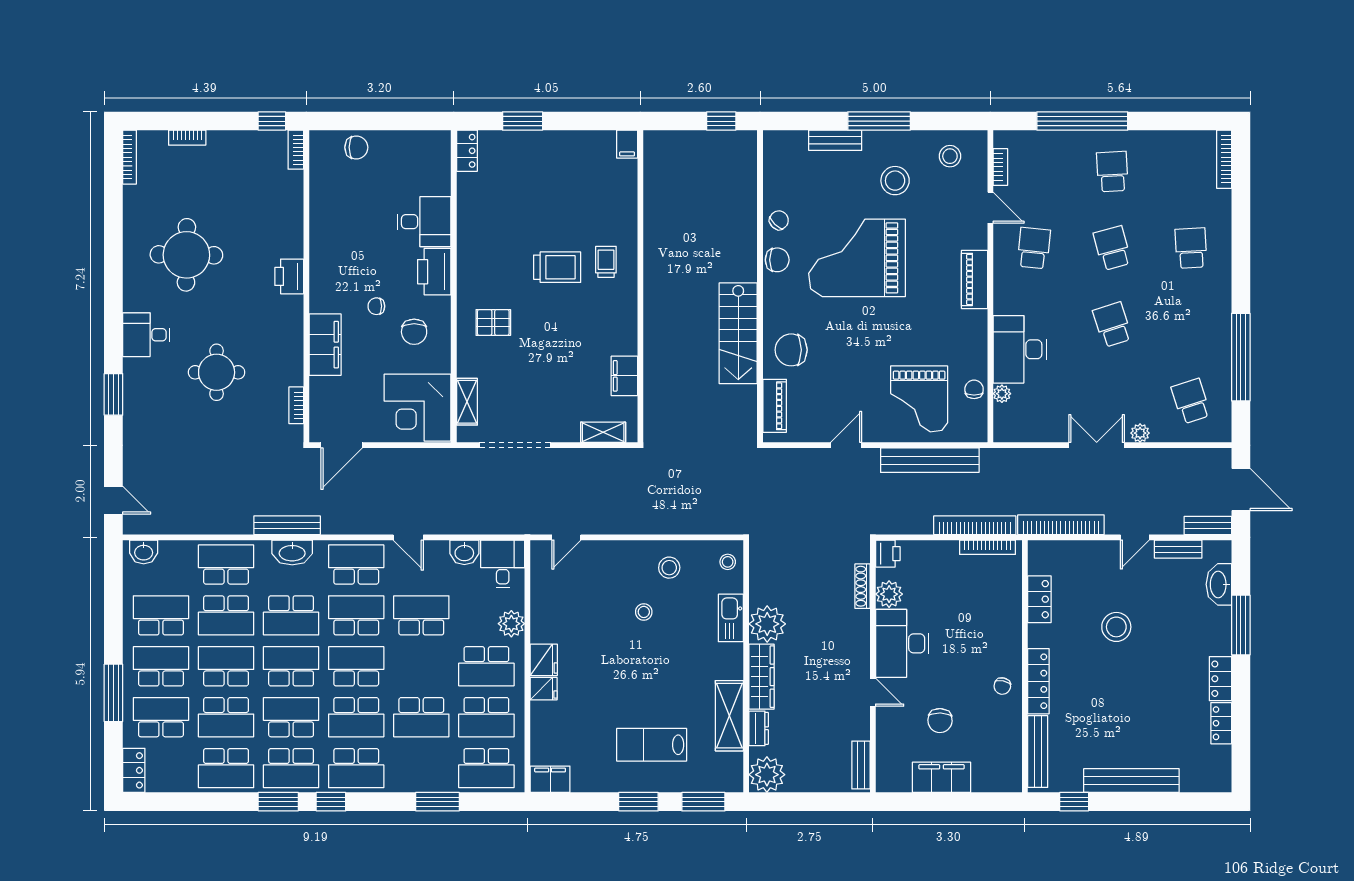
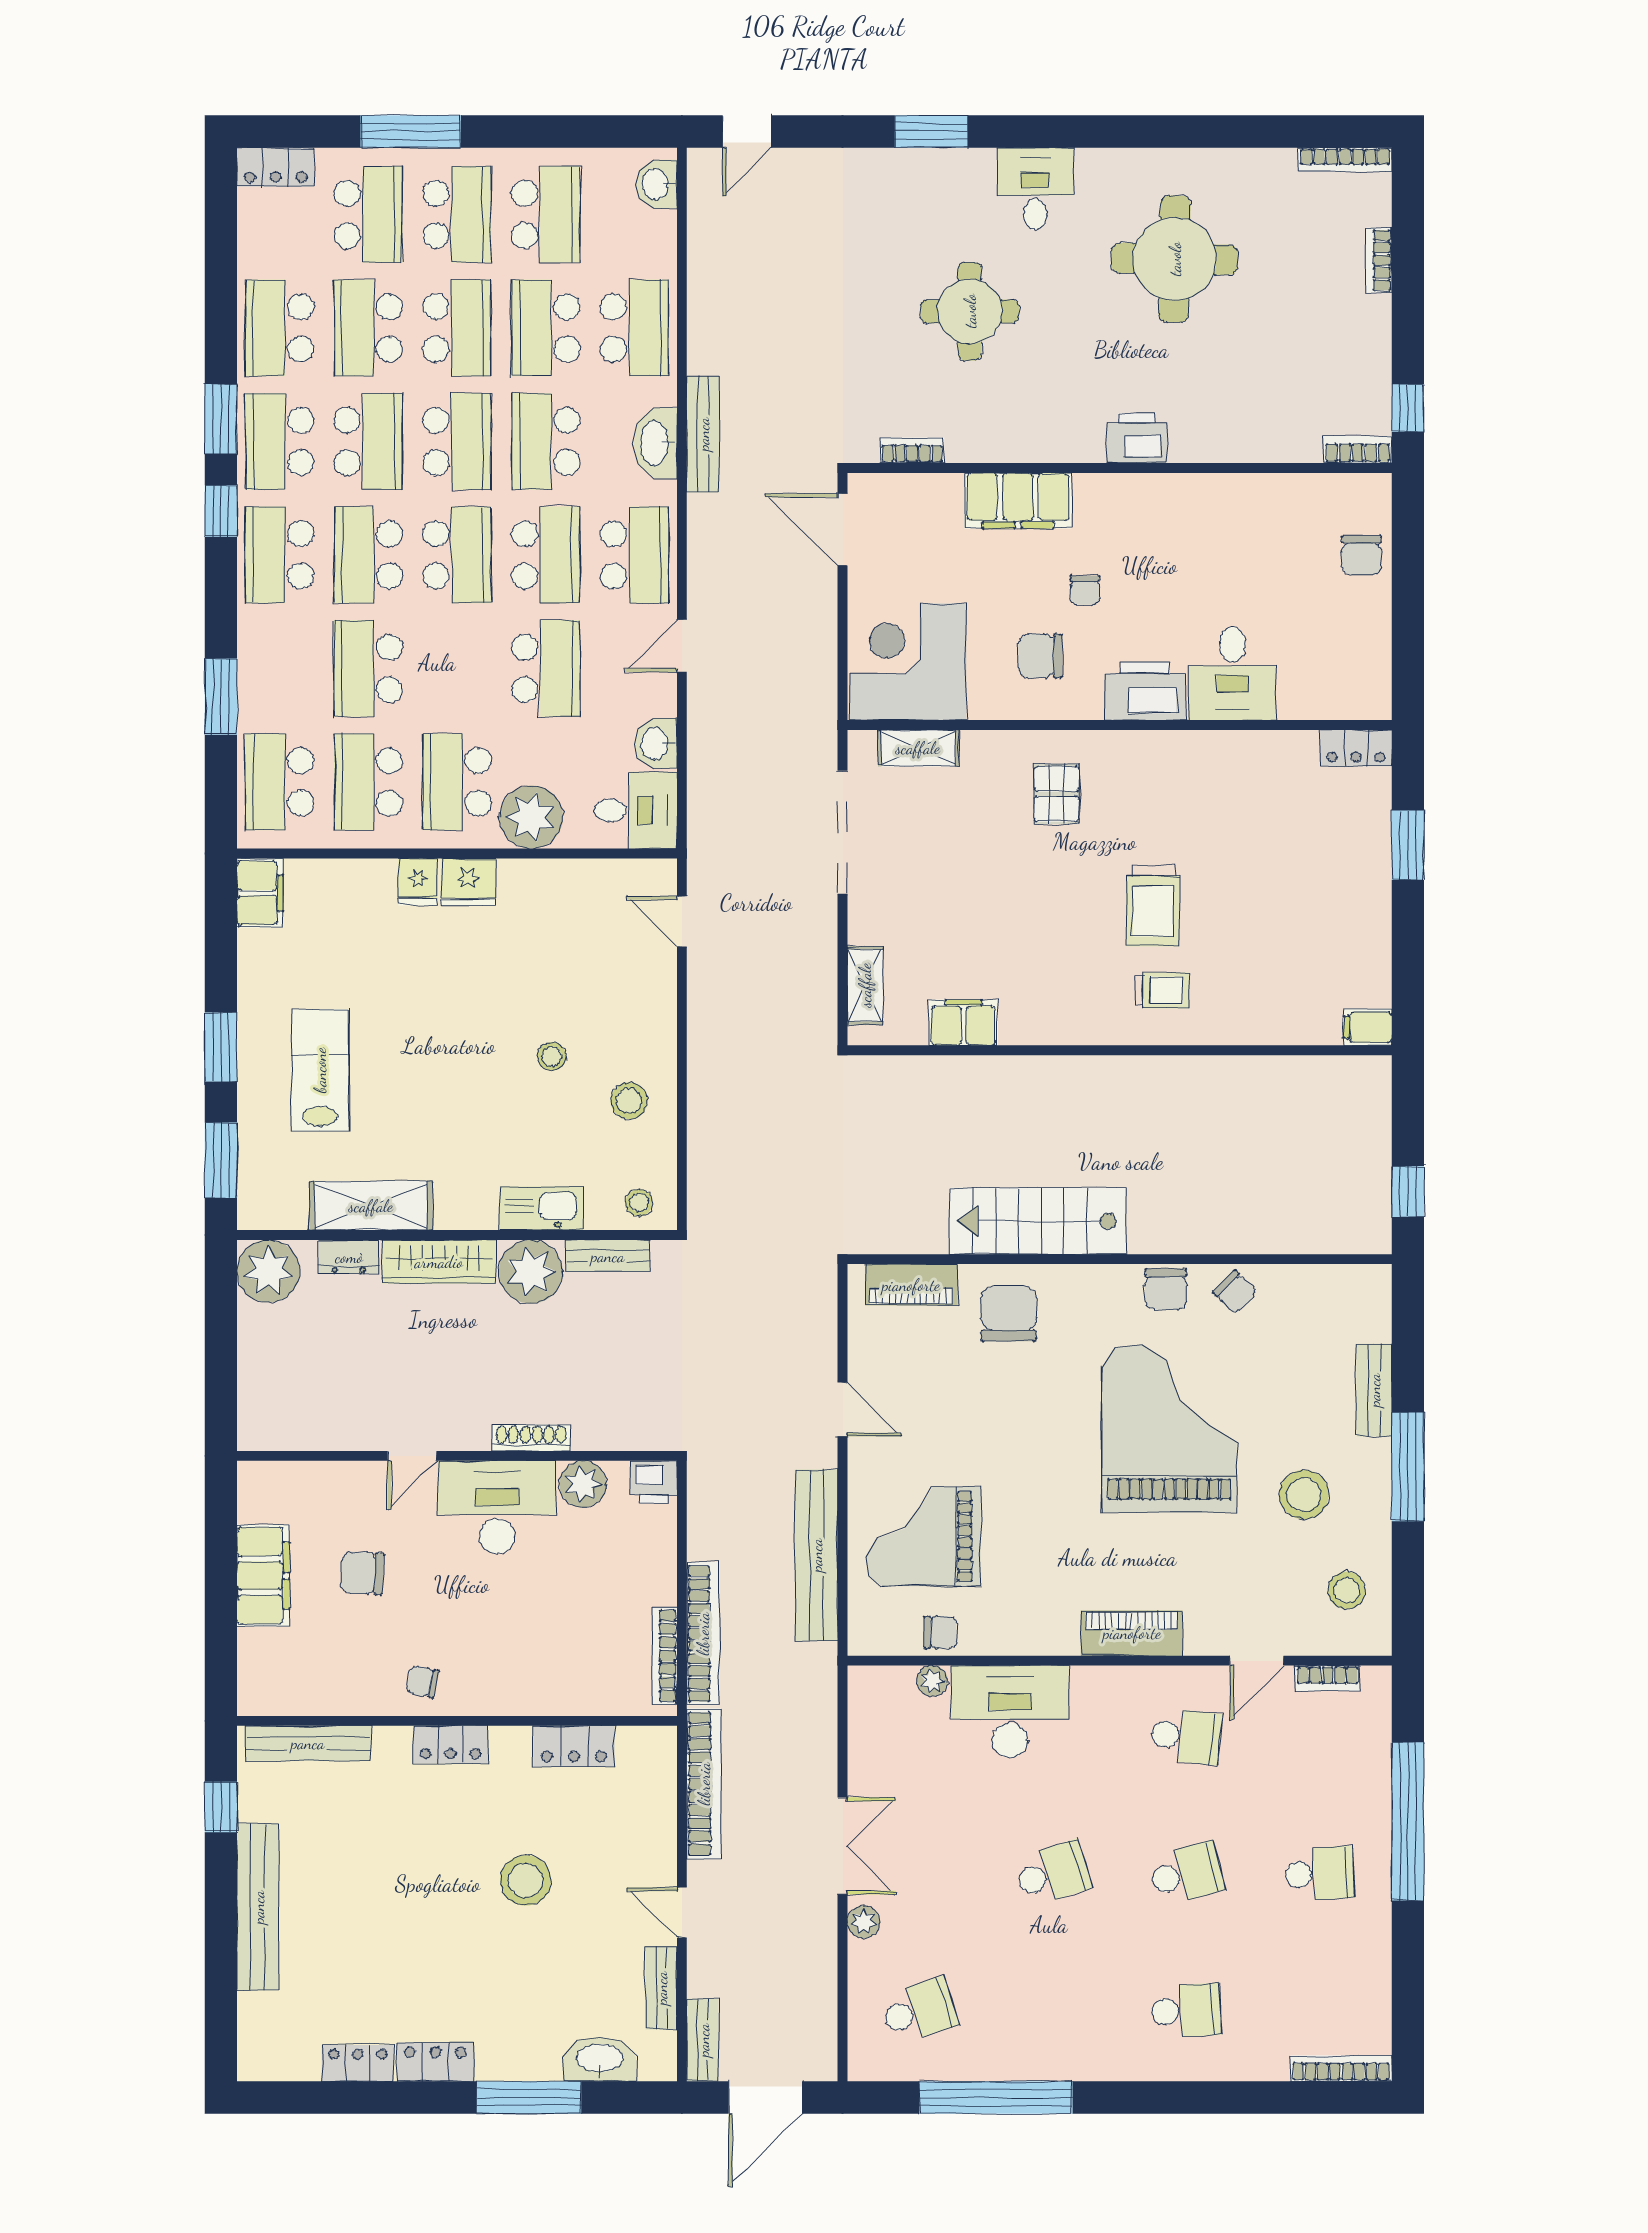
chair: (376, 306) -> (1085, 590), turned 180
shoe rack: (863, 586) -> (531, 1438), moved
plant: (511, 624) -> (531, 817), width x1.36, depth x1.36
locker: (1038, 681) -> (451, 1744), width x0.66
bench: (861, 765) -> (608, 1256), moved

